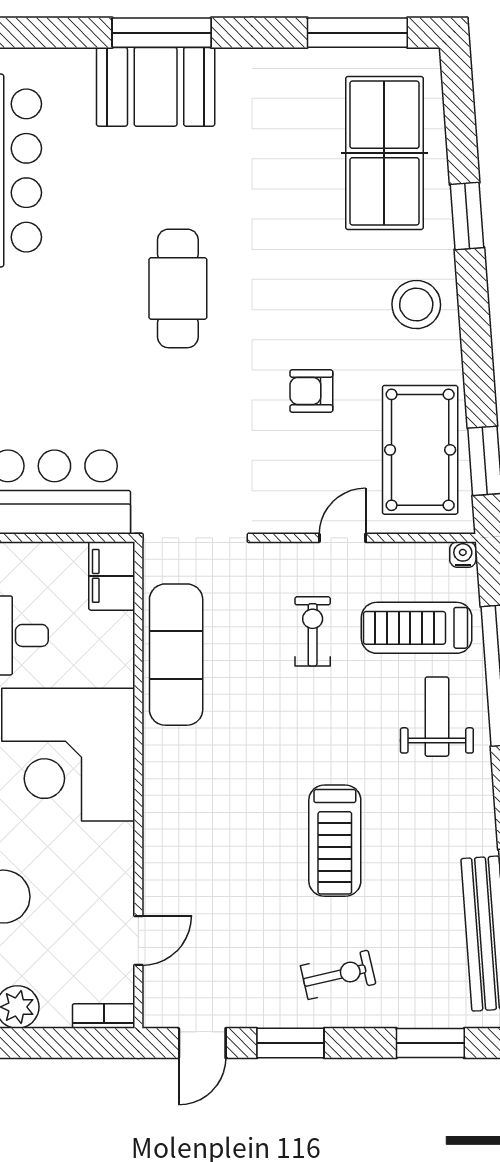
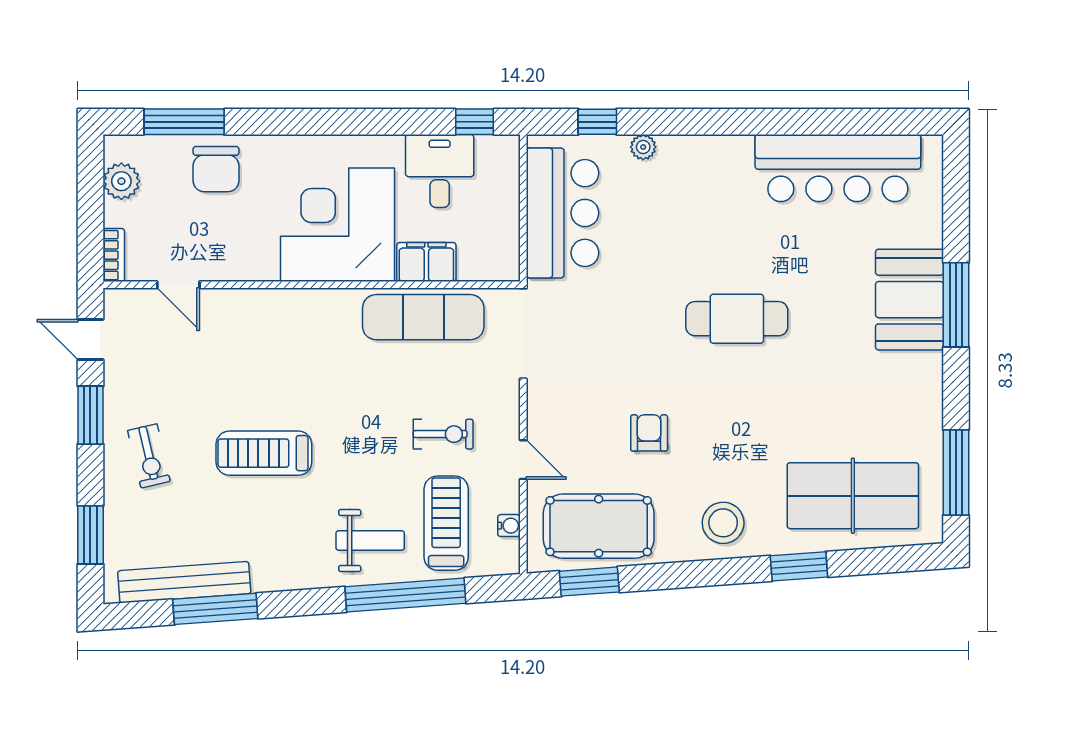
water cooler: (463, 554) -> (509, 526), moved
filing cabinet: (112, 576) -> (426, 262), moved

